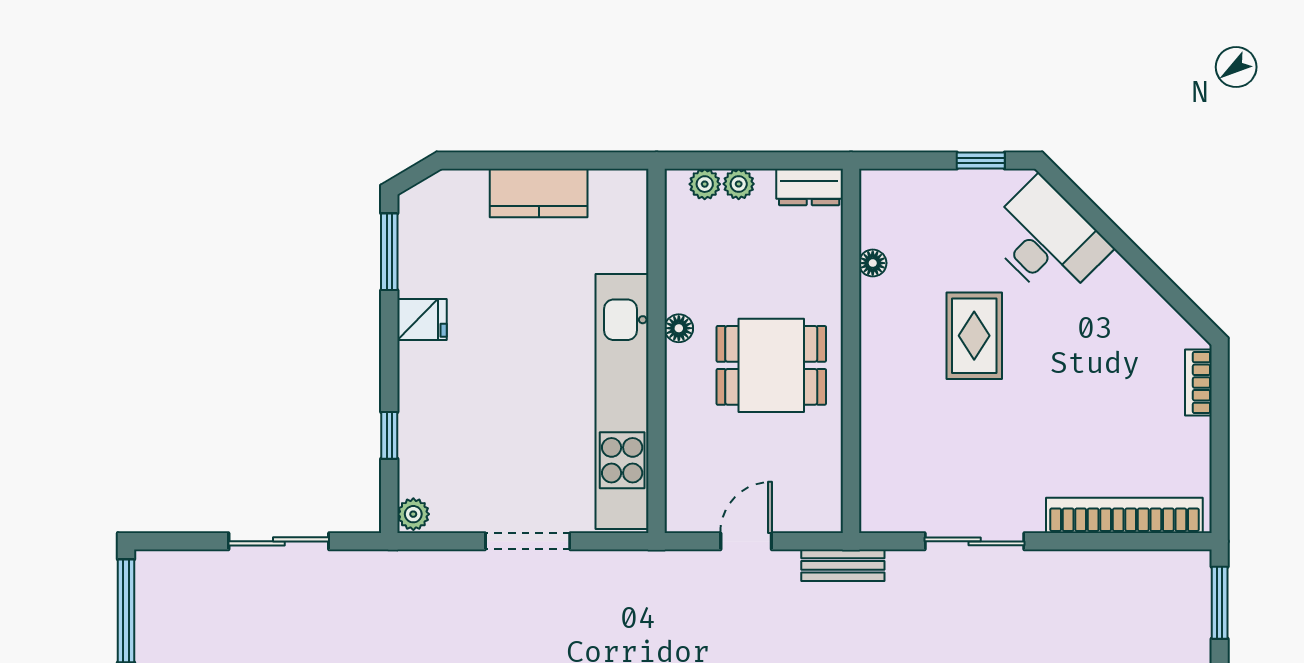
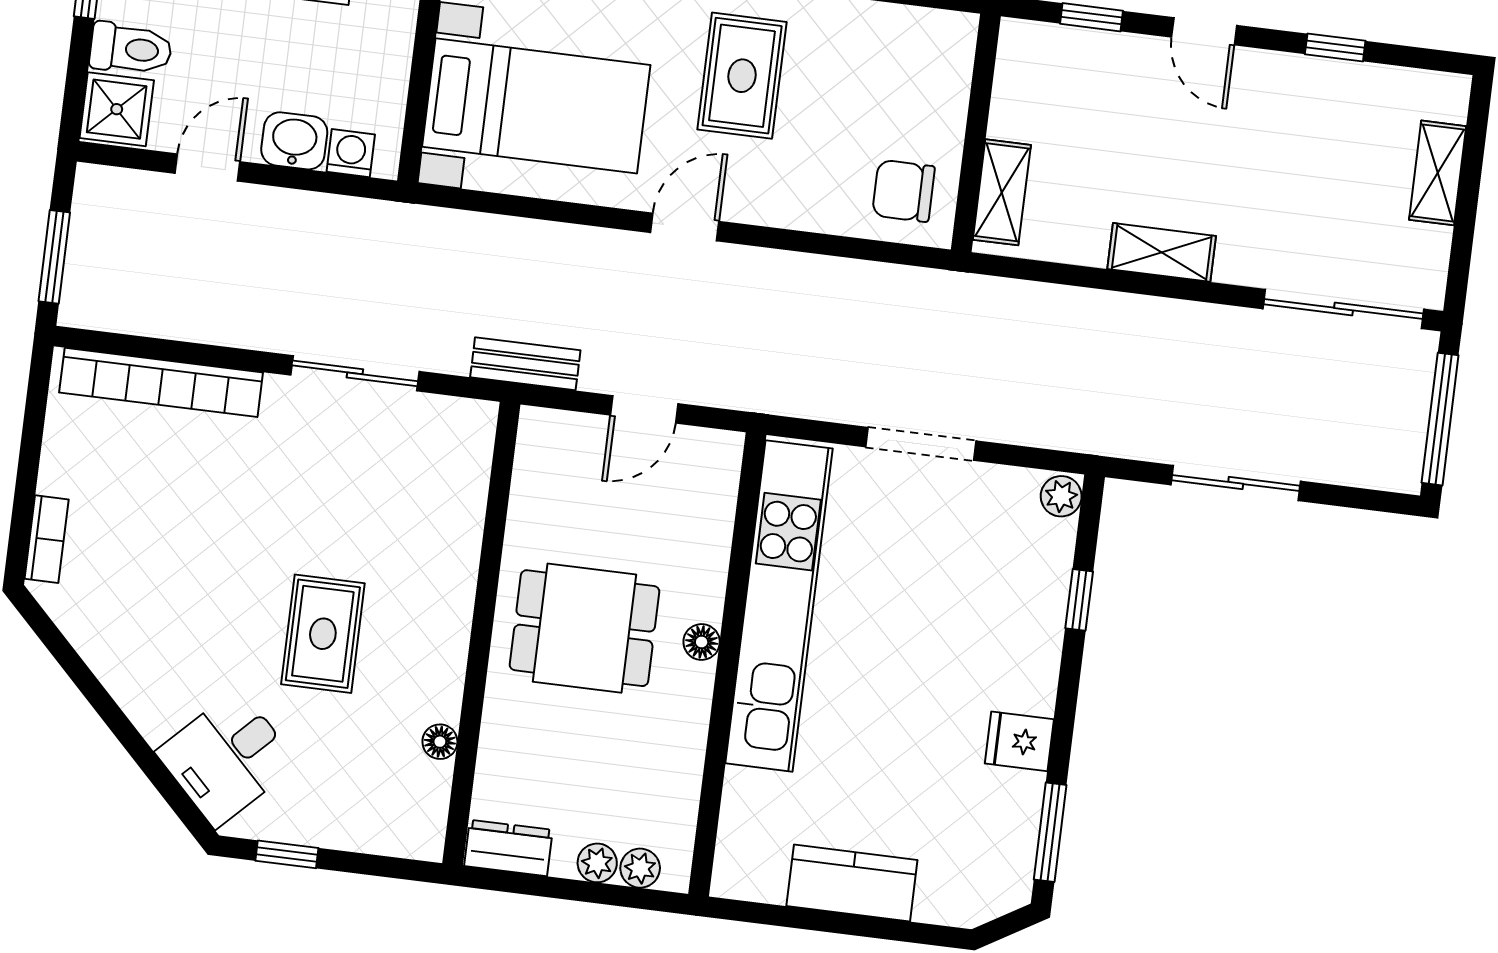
desk: (1047, 240) -> (227, 758), width x0.73
floor lamp: (679, 328) -> (702, 642), moved

